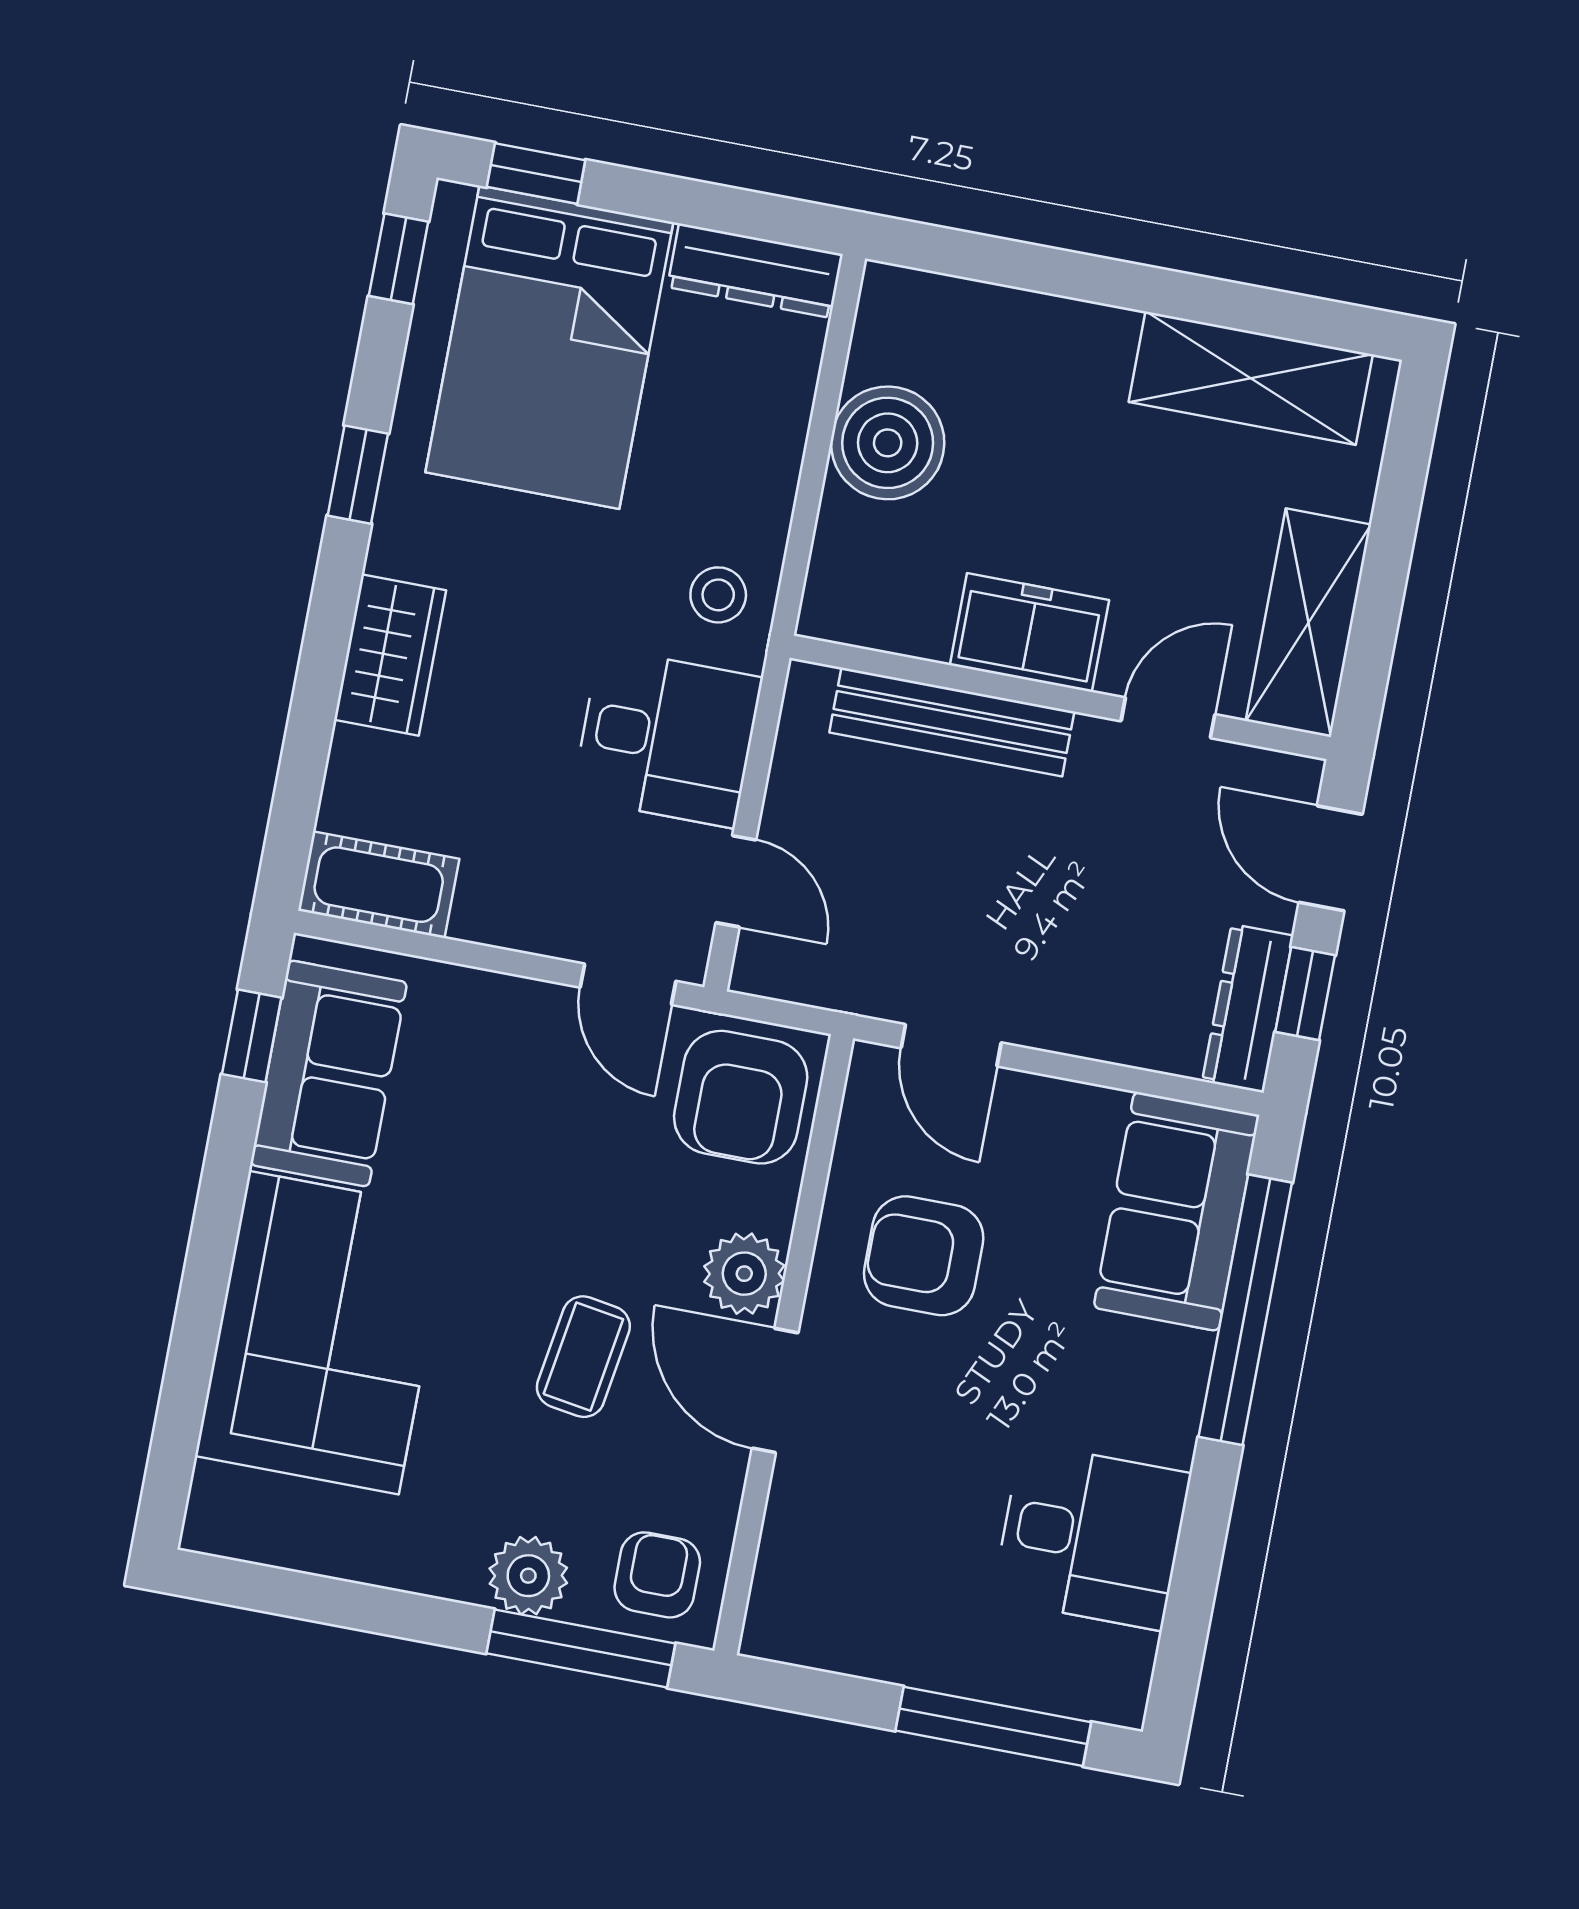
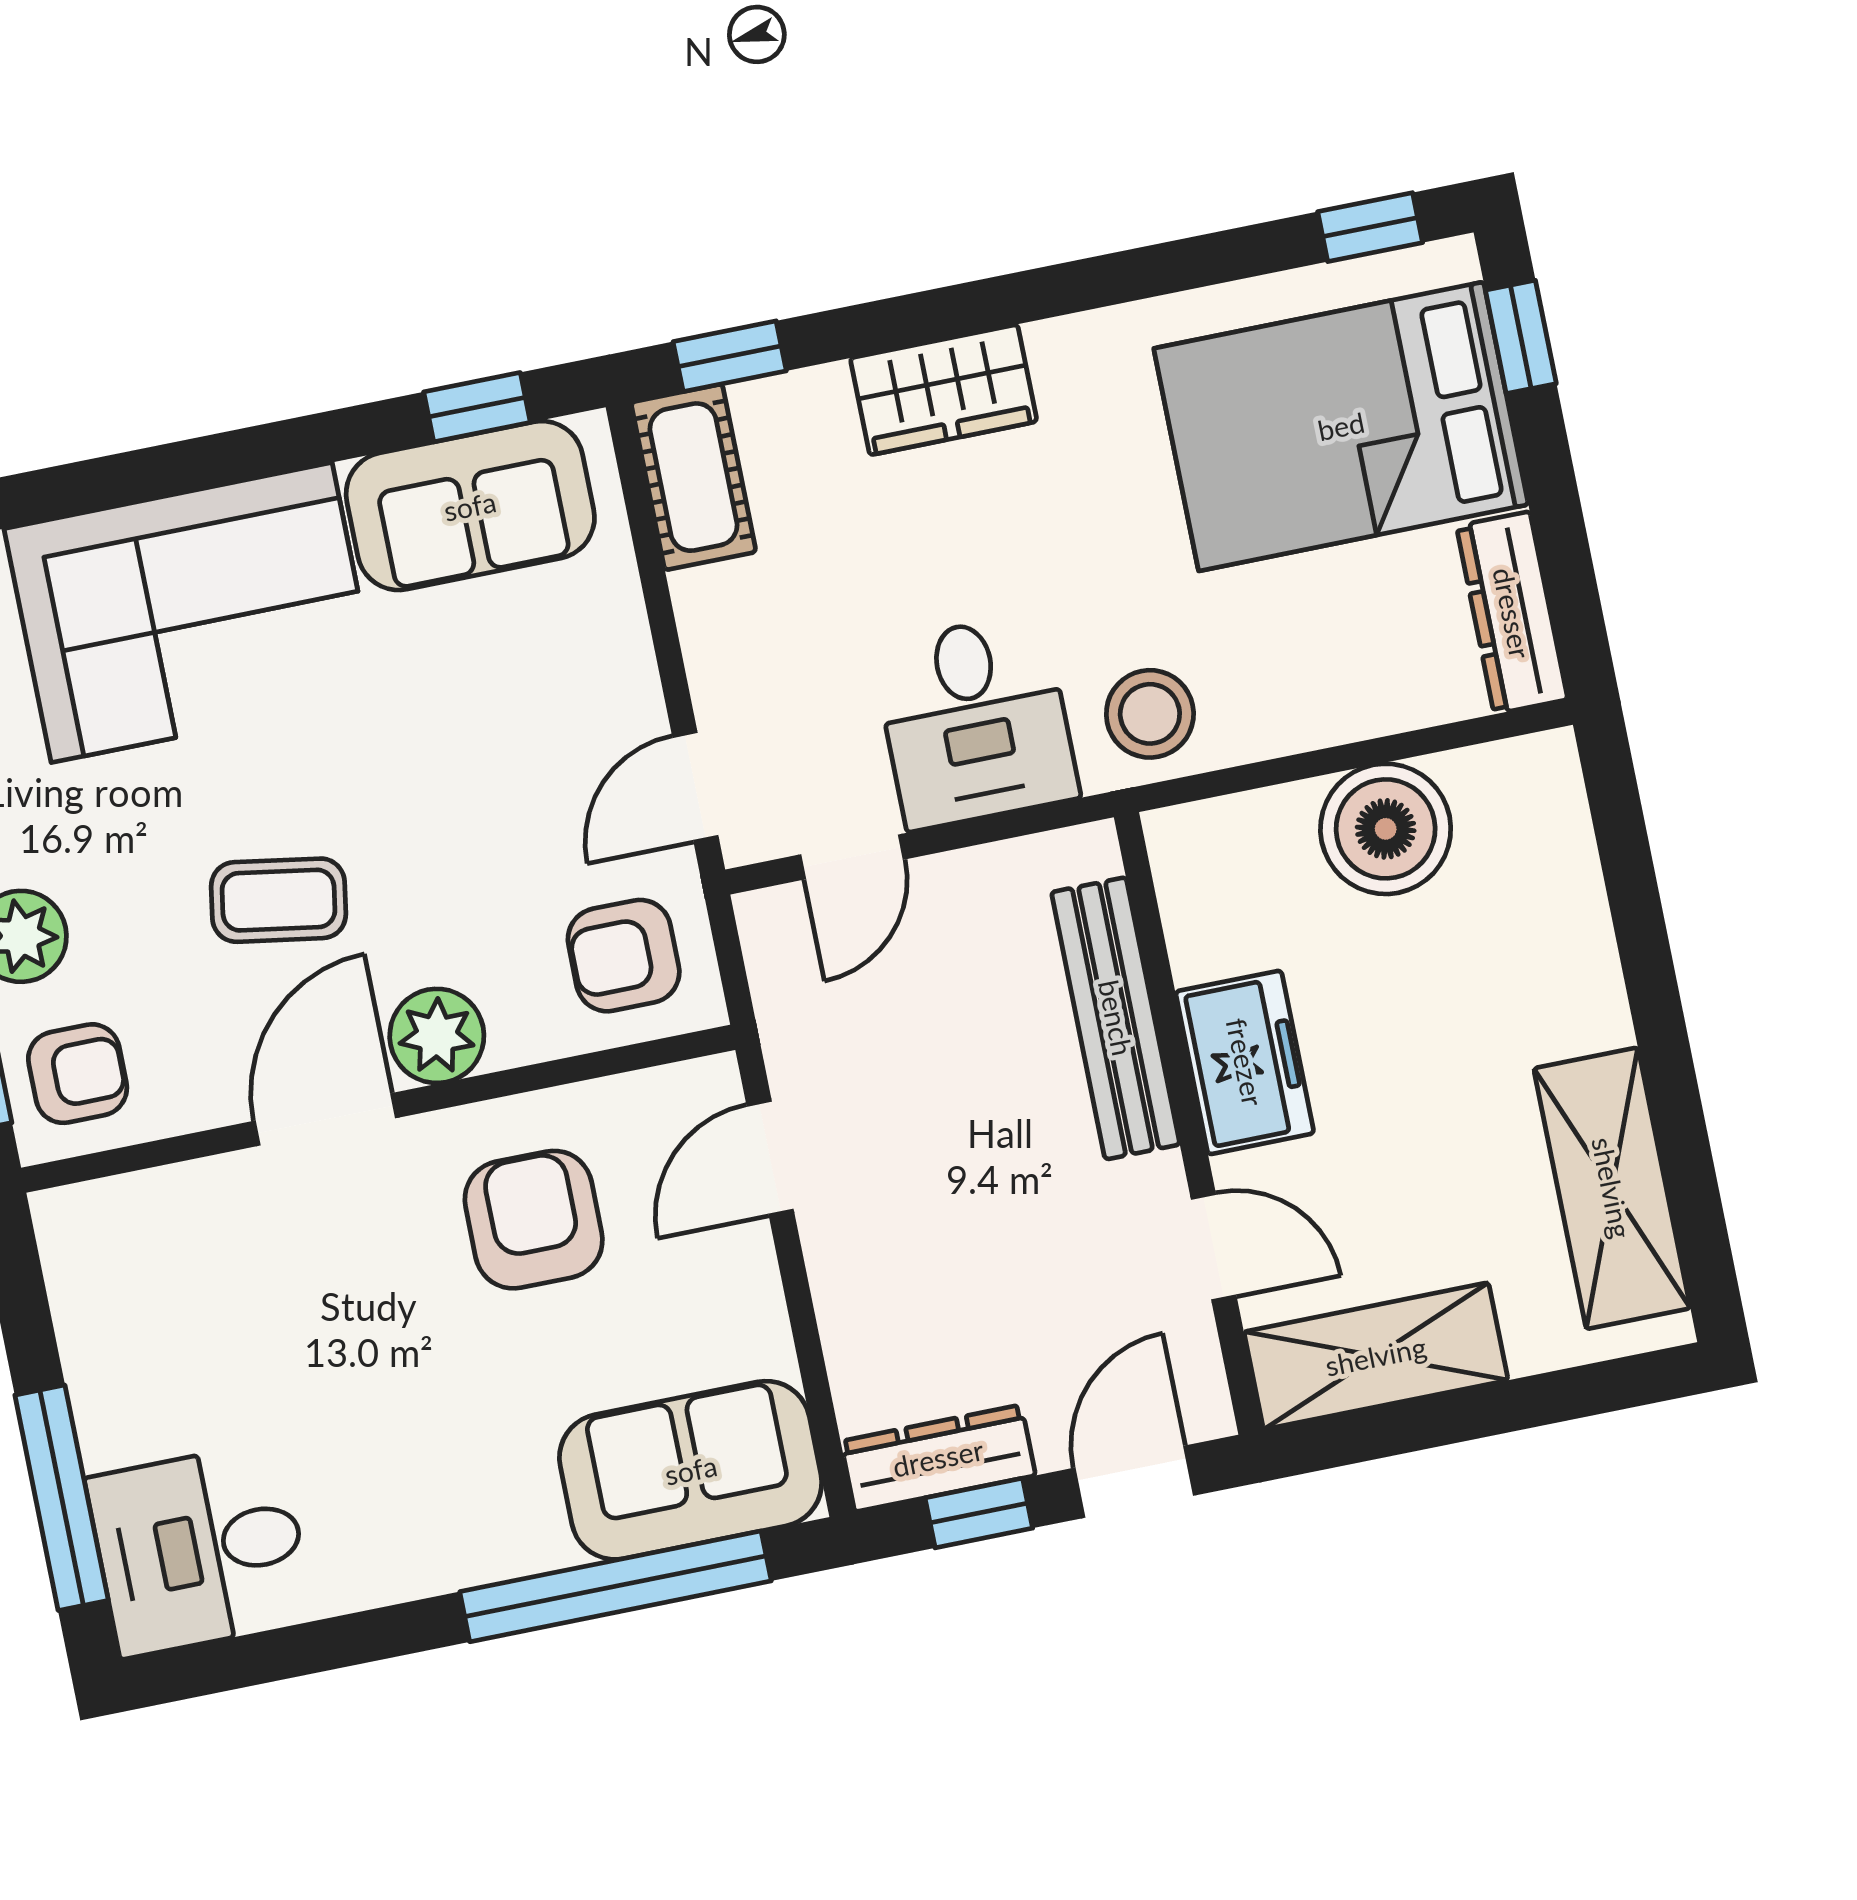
window: (358, 475) -> (730, 356), moved
stool: (718, 595) -> (1150, 714), width x1.37, depth x1.37
armchair: (741, 1097) -> (624, 956), width x0.72, depth x0.72
desk: (1092, 1536) -> (200, 1549), moved, turned 90

